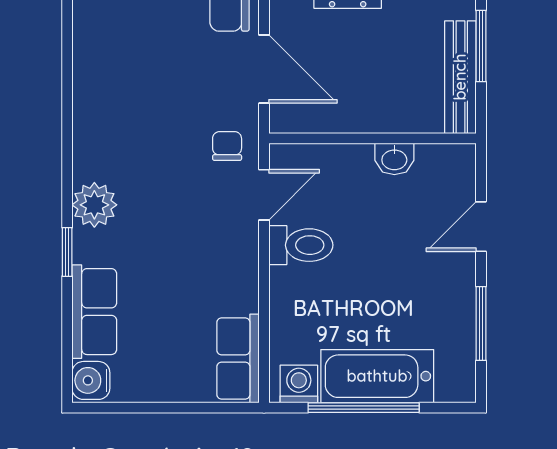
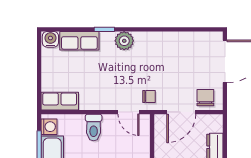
toilet: (301, 245) -> (94, 128), moved

